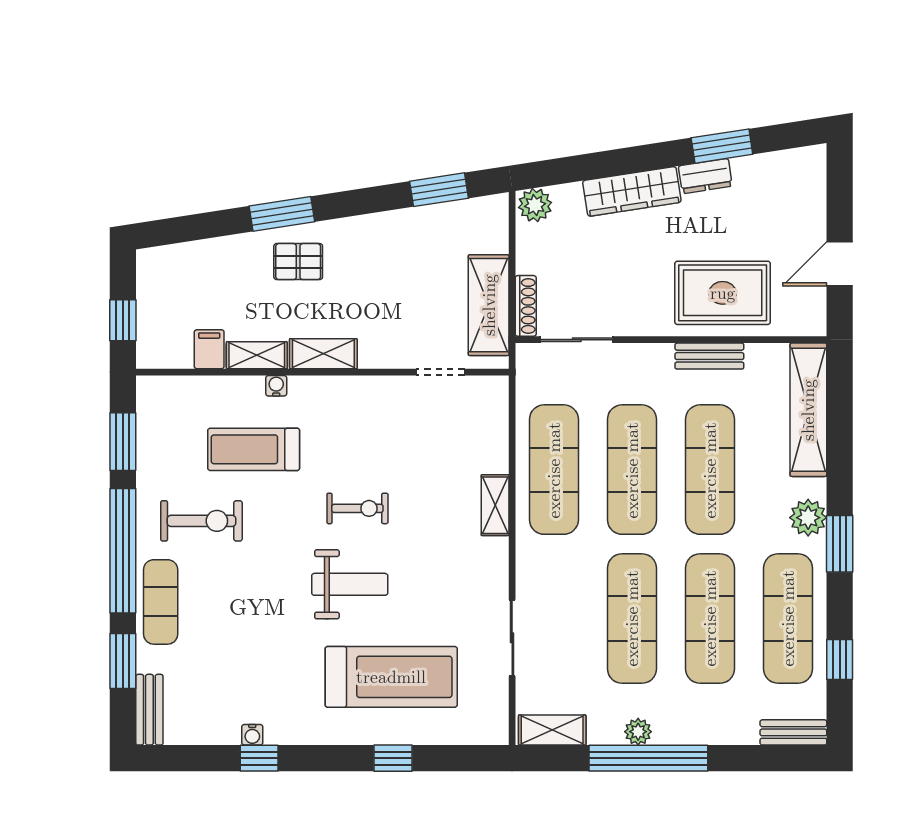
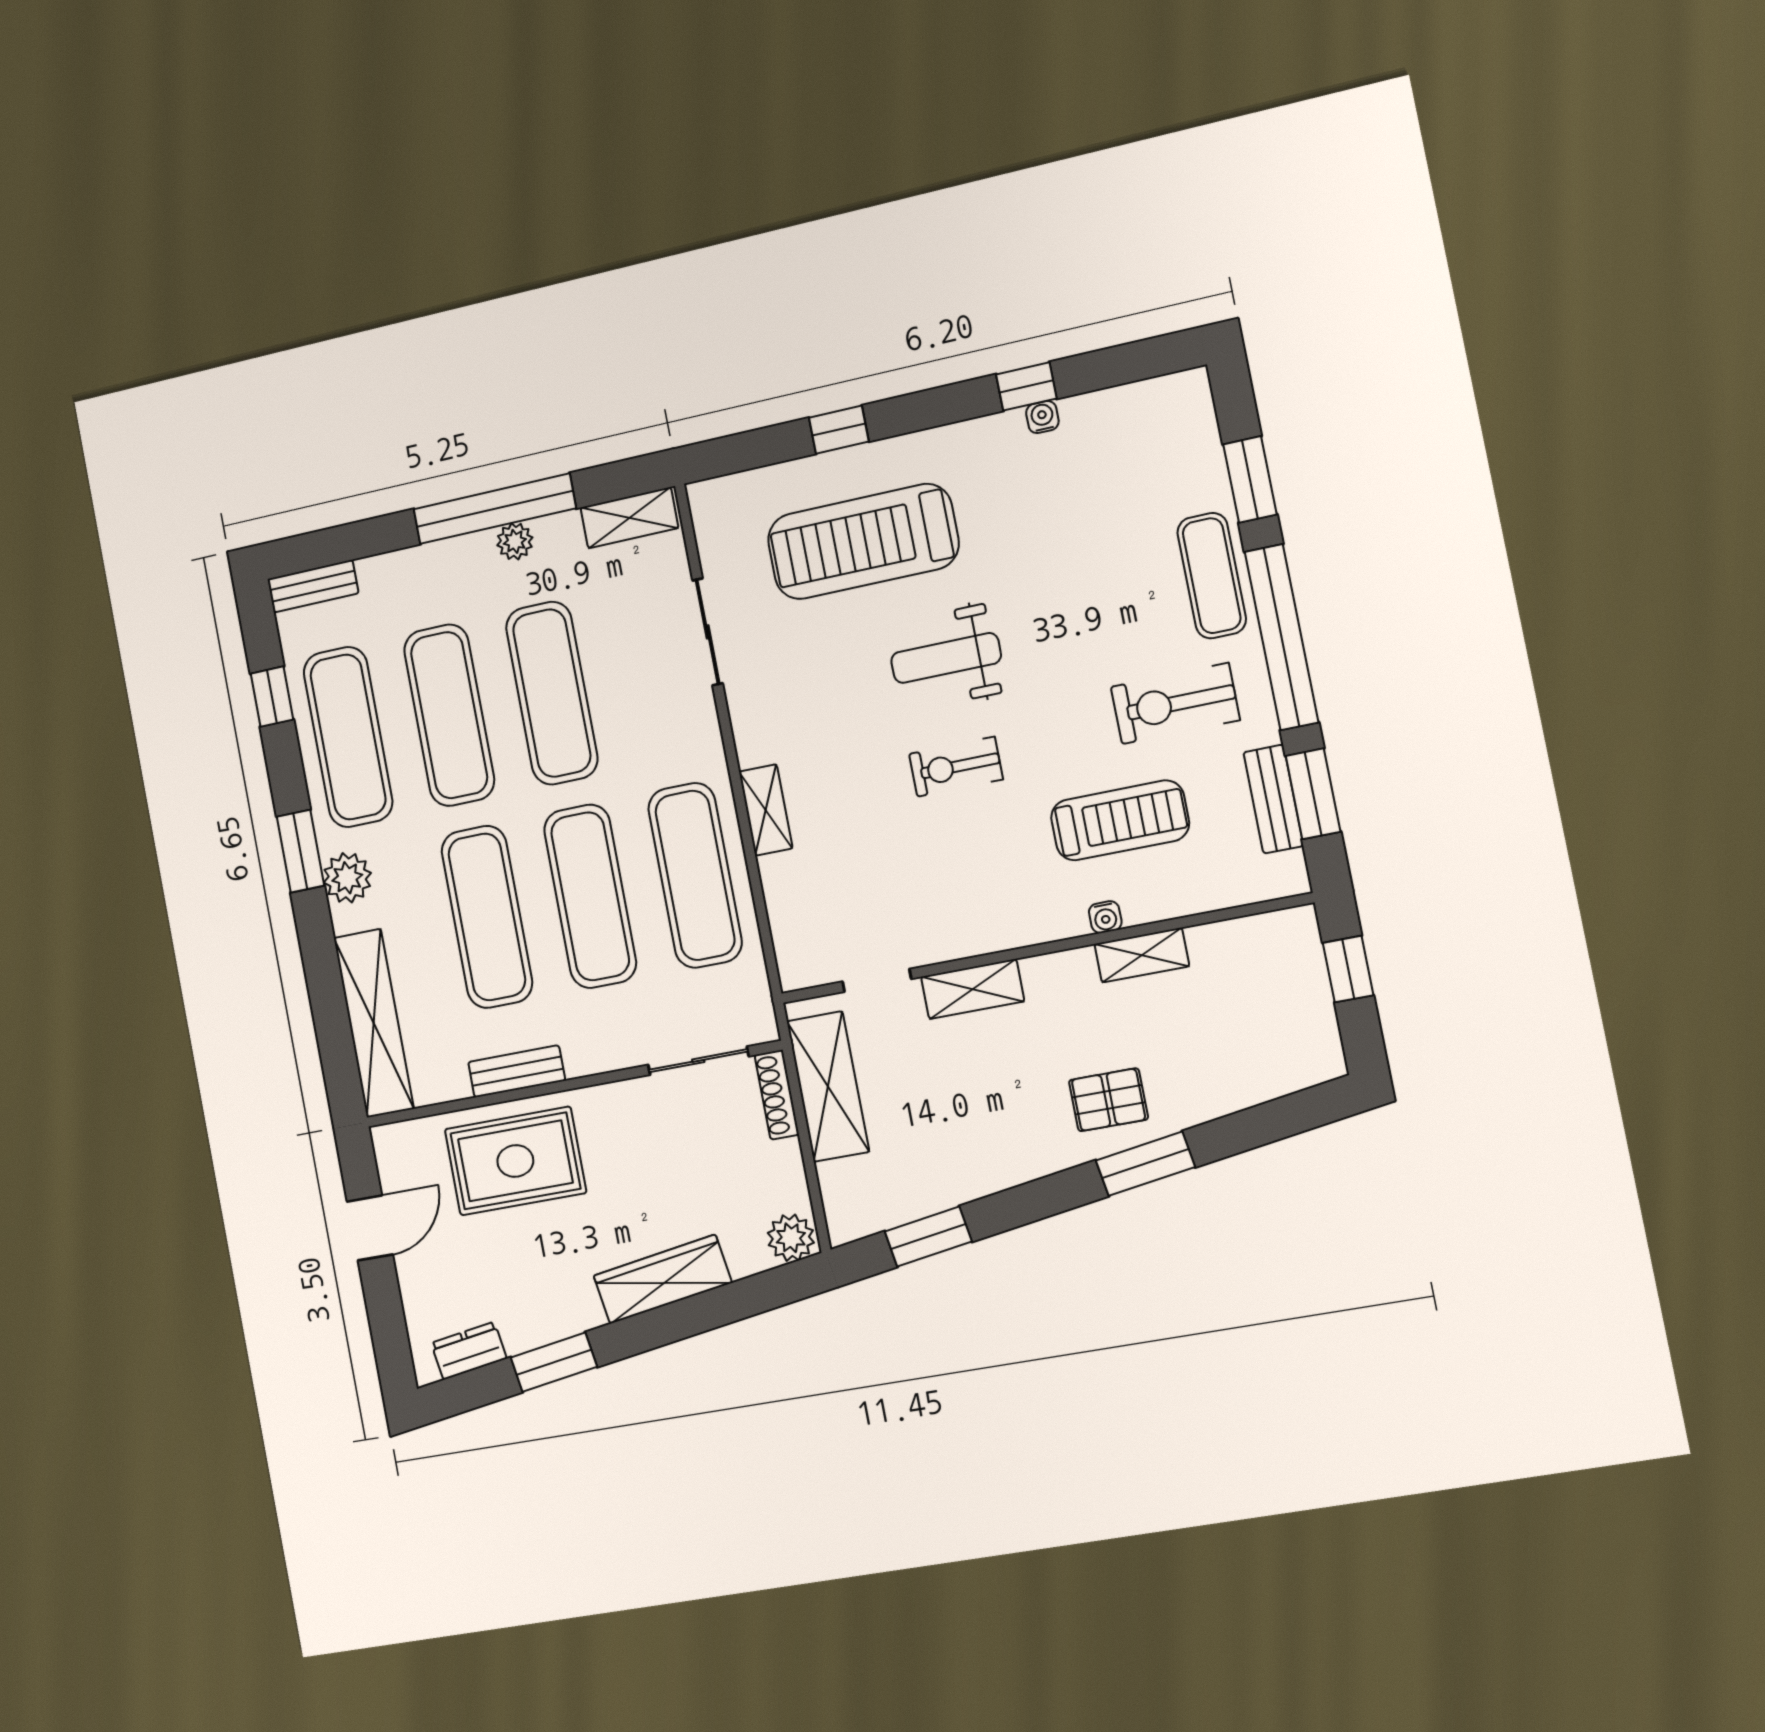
dresser: (705, 176) -> (469, 1351), moved
filing cabinet: (209, 349) -> (1213, 951), removed
shelving: (323, 354) -> (973, 989), moved
bench: (149, 710) -> (1273, 799), moved

